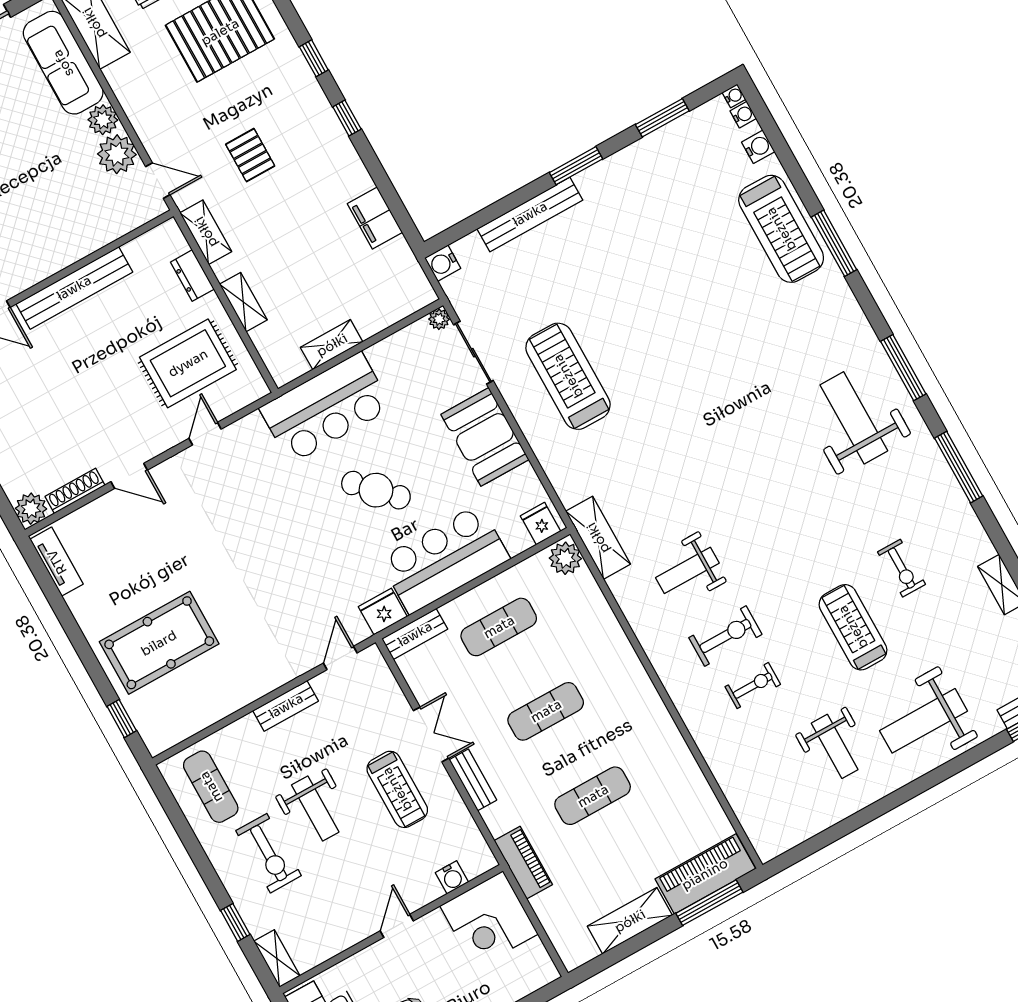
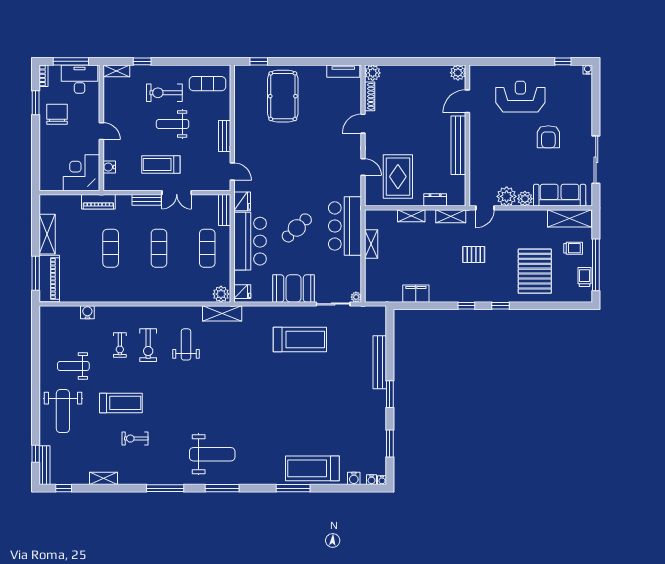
water cooler: (443, 263) -> (87, 312), moved
weight bench: (924, 721) -> (63, 411), turned 180

